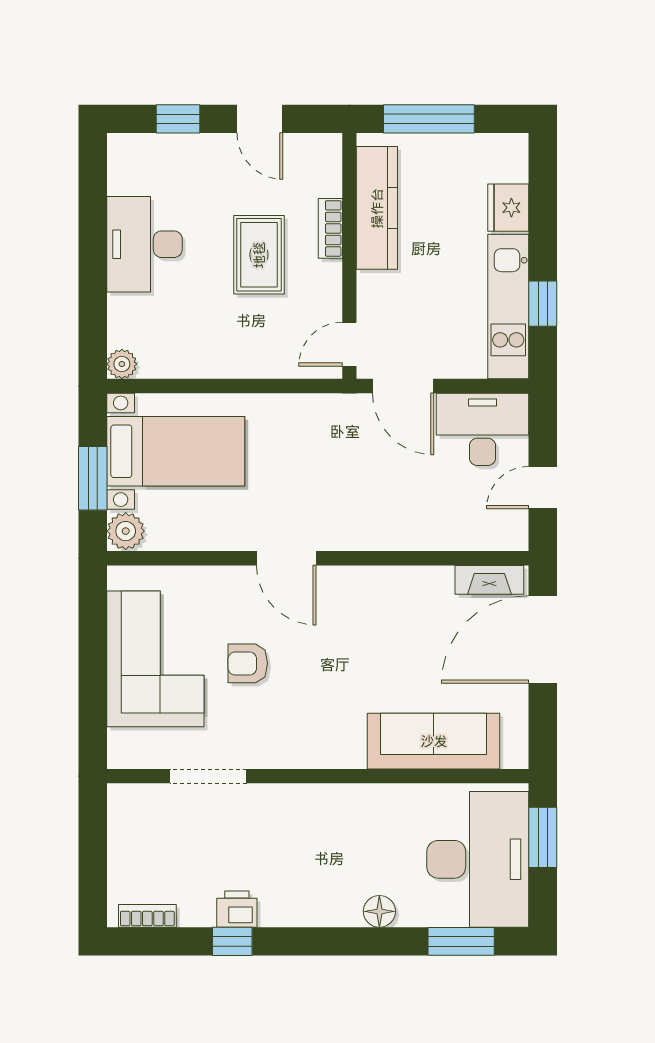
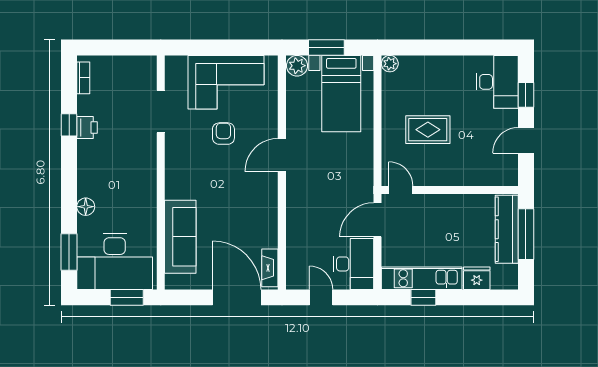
kitchen counter: (377, 208) -> (507, 229), moved, turned 90
bookcase: (330, 228) -> (465, 179), removed
desk: (144, 244) -> (497, 82), moved, turned 90
rug: (259, 255) -> (428, 130), moved

